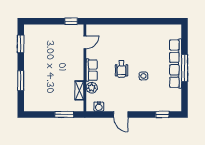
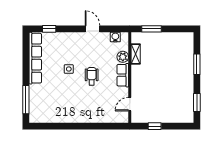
window: (71, 21) -> (155, 126), moved
row of seats: (176, 64) -> (35, 58), moved
window: (185, 68) -> (26, 100), moved

